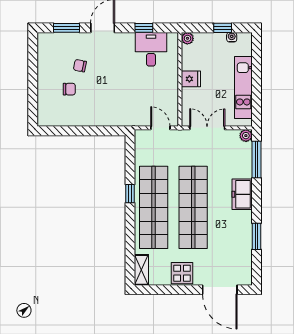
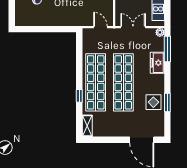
window: (130, 194) -> (79, 96), moved
freezer: (242, 194) -> (157, 63), moved
display table: (182, 273) -> (153, 102), moved

